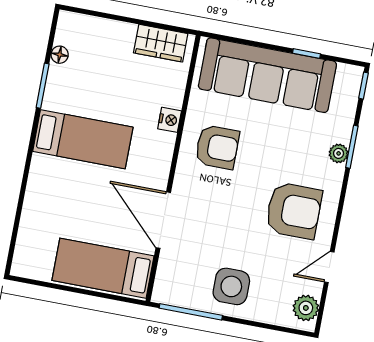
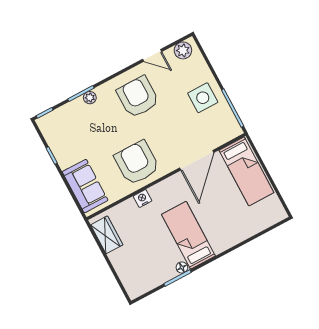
floor lamp: (60, 55) -> (182, 267), moved
sofa: (267, 75) -> (85, 186), width x0.54, depth x0.79
armchair: (217, 147) -> (137, 163), width x1.36, depth x1.36

